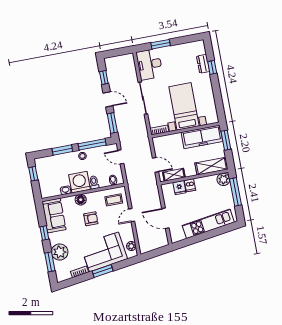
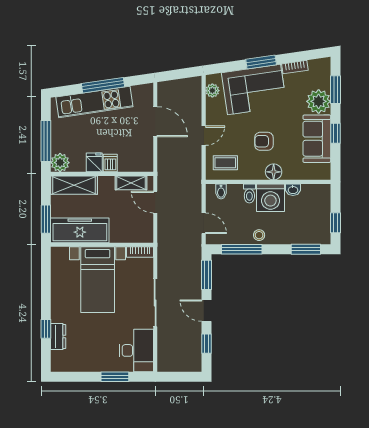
window: (62, 150) -> (306, 249), moved
fridge: (179, 188) -> (94, 162), moved
sofa: (54, 216) -> (317, 139), moved
window: (205, 236) -> (103, 85), added

